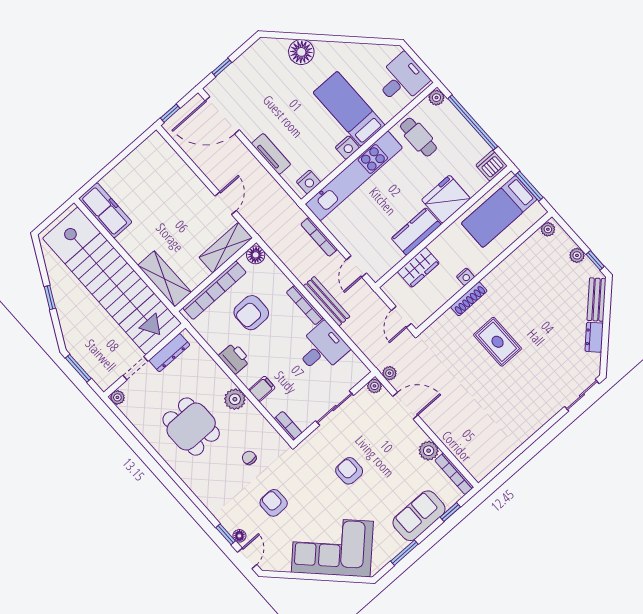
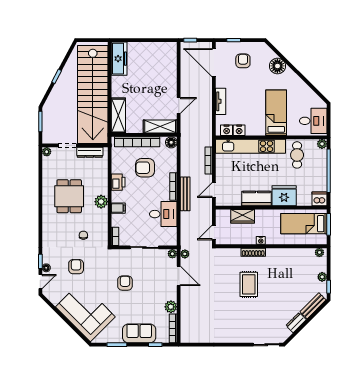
armchair: (255, 82) -> (243, 61), added
nightstand: (347, 148) -> (239, 130), moved

